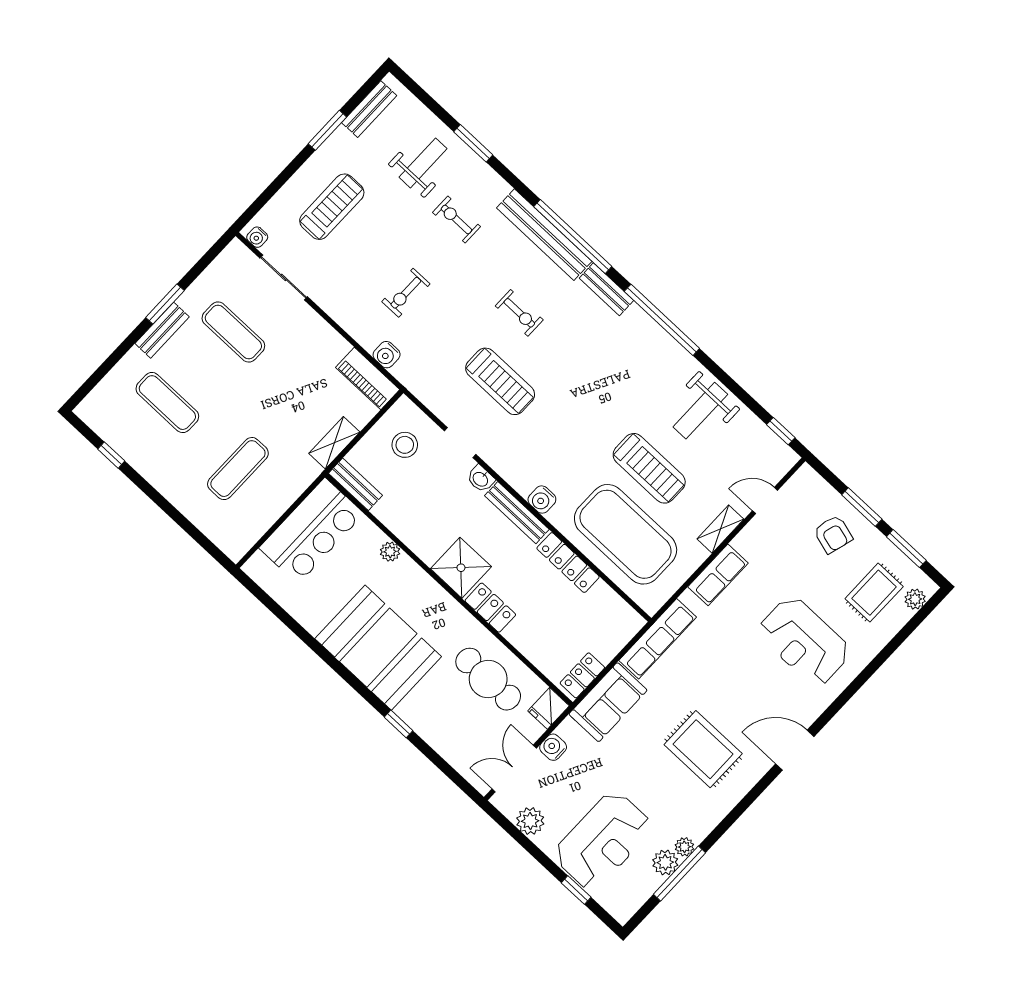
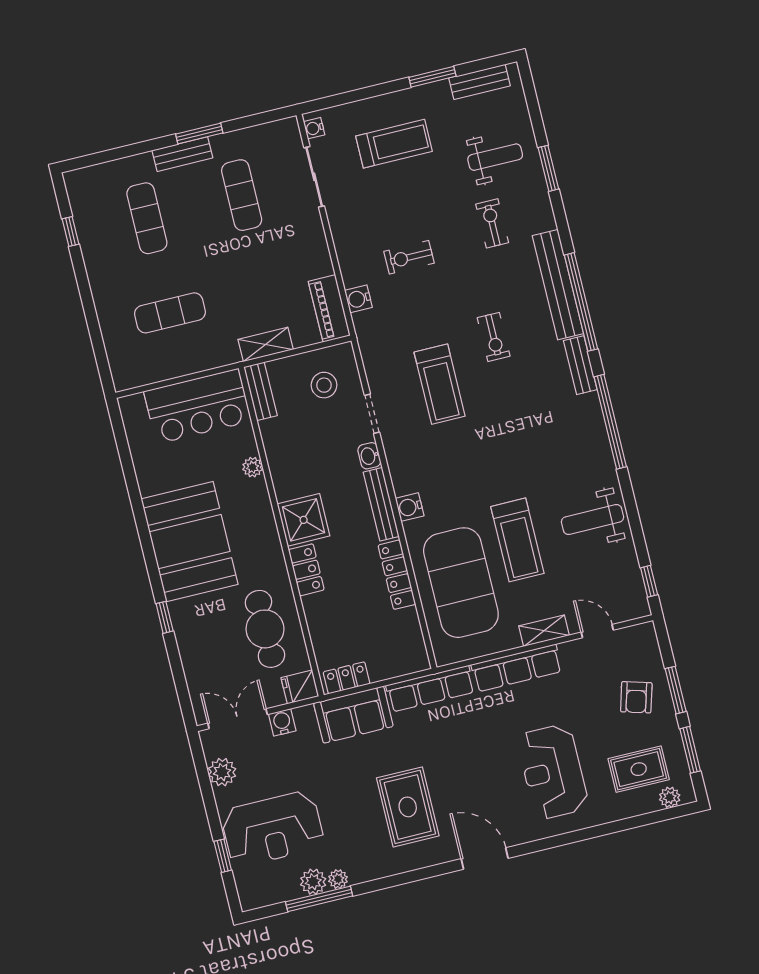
row of seats: (718, 575) -> (517, 668), width x1.48

